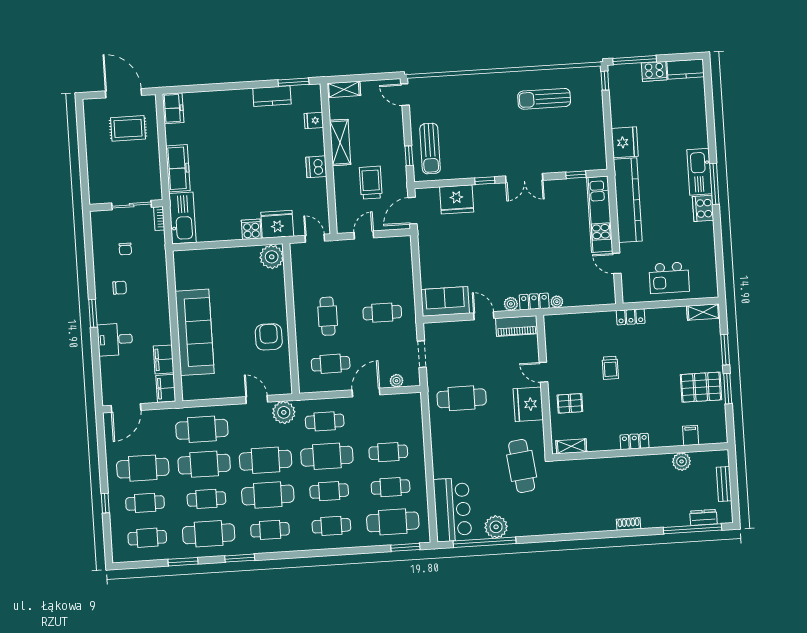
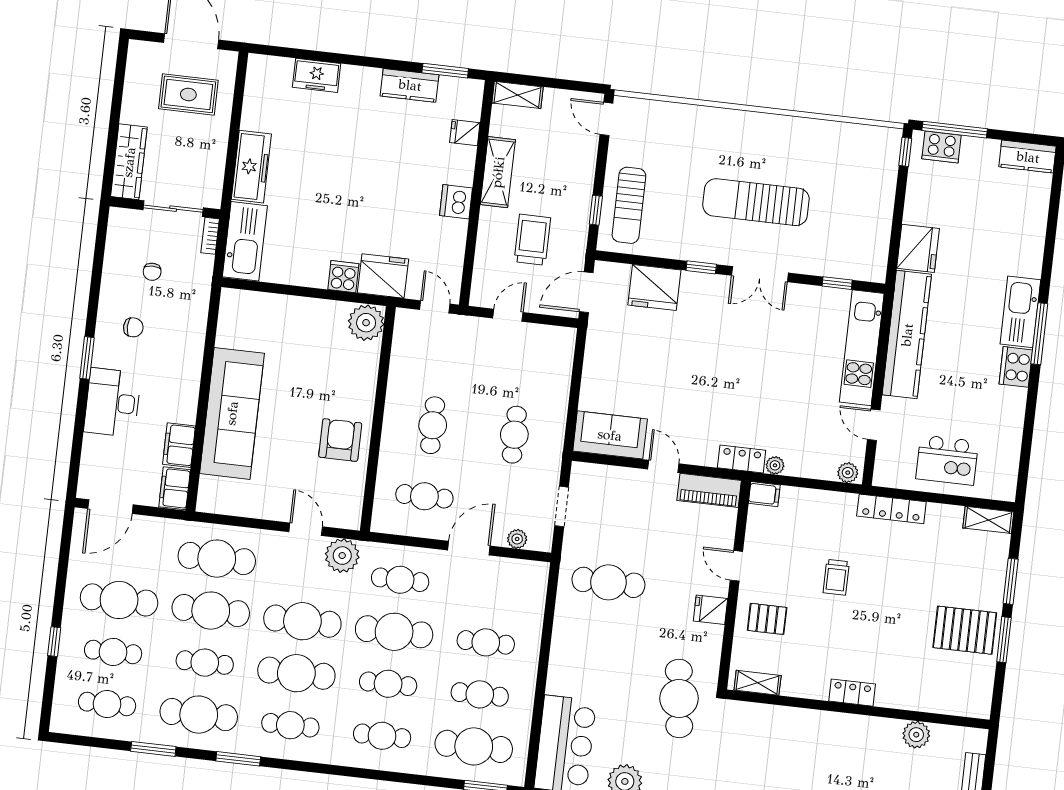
cooker: (654, 71) -> (942, 147), moved
sun lounger: (544, 99) -> (756, 202), moved, width x1.36, depth x1.34
freezer: (173, 108) -> (317, 75), moved, turned 90
wardrobe: (97, 180) -> (129, 162), added
plant: (511, 304) -> (848, 473), moved
cafe table: (382, 313) -> (514, 435), turned 90
locker: (631, 317) -> (891, 509), width x1.53
desk: (115, 339) -> (112, 403), width x1.37
fridge: (528, 404) -> (711, 610), width x0.53, depth x0.75
filing cabinet: (691, 435) -> (764, 494), moved, turned 90

